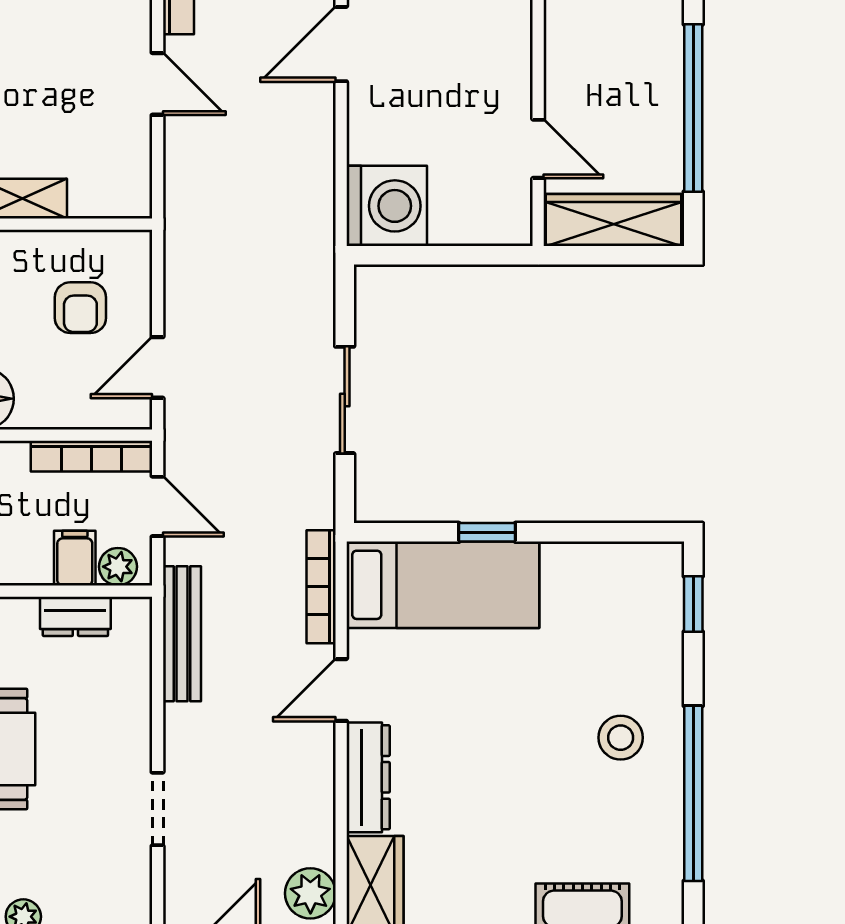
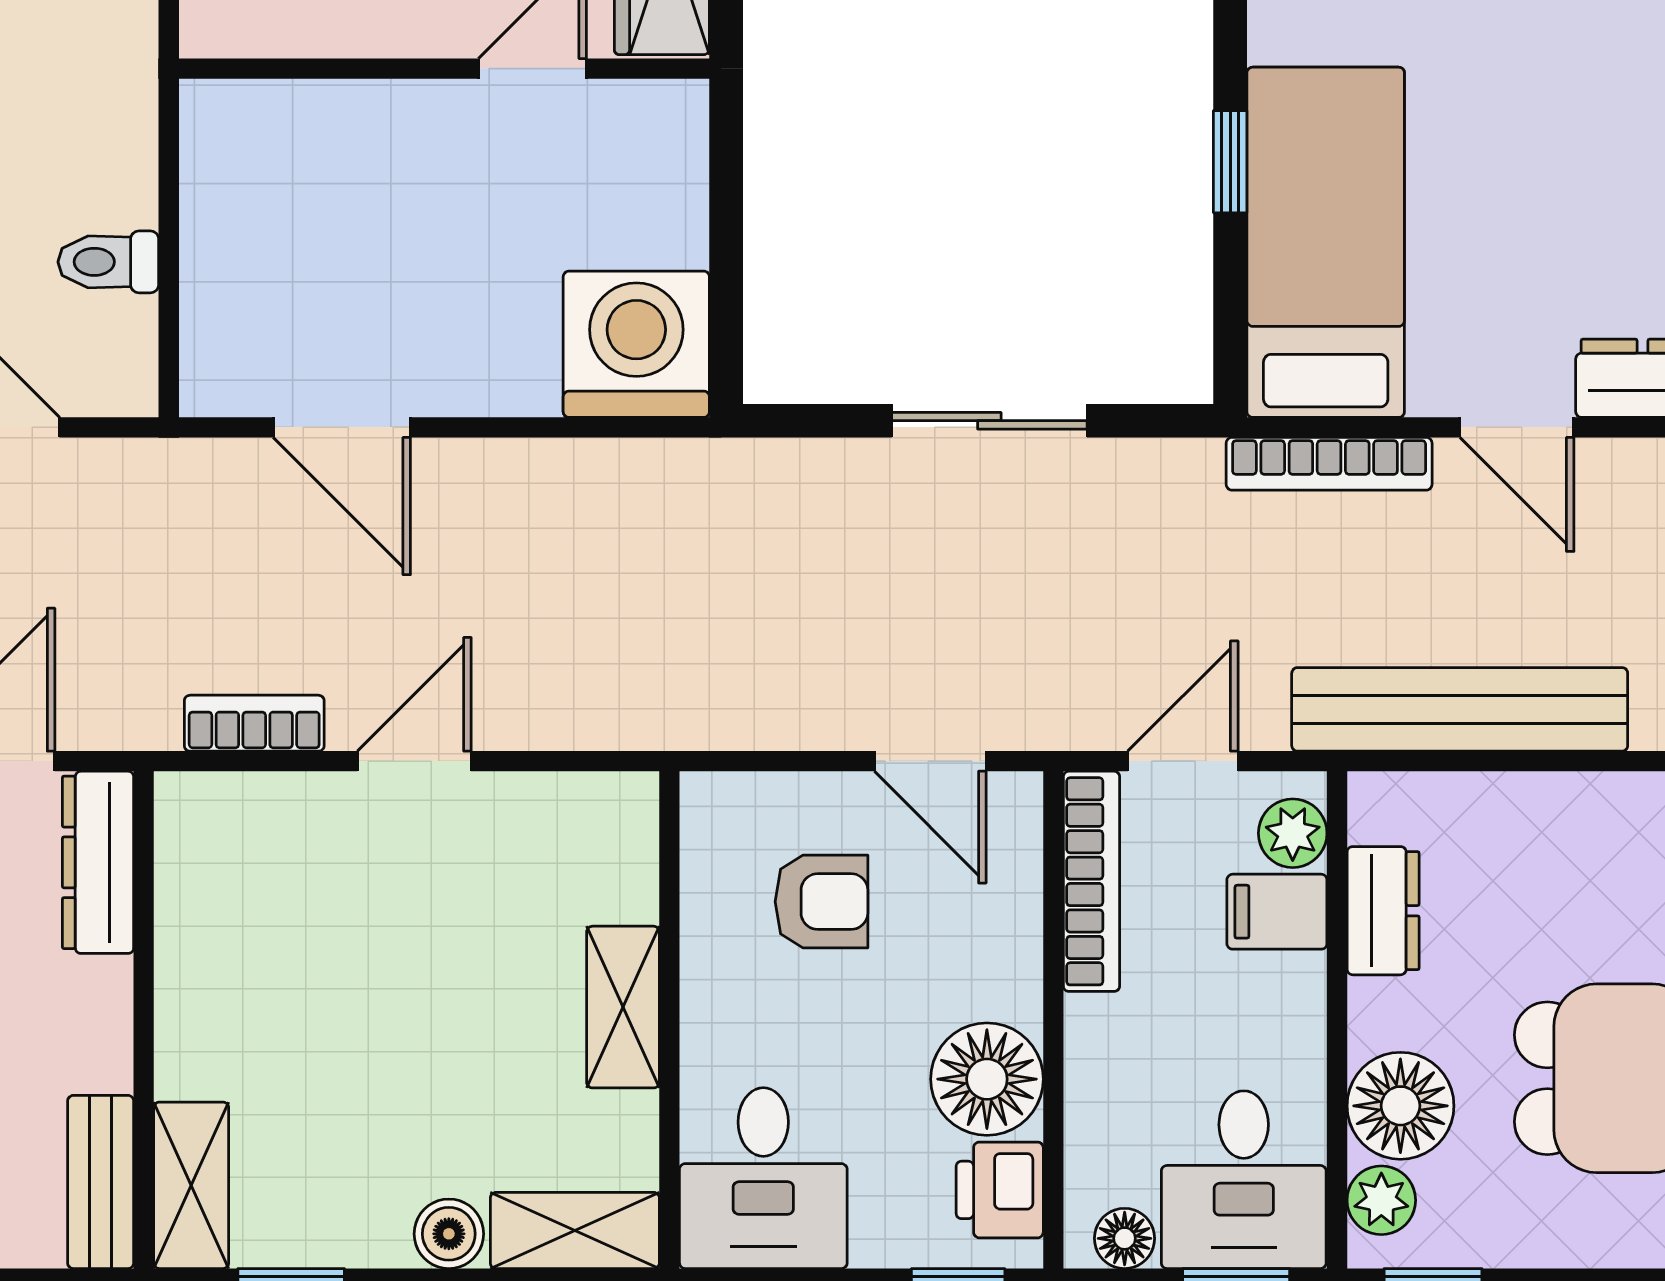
bench: (182, 634) -> (1460, 709), width x1.37, depth x1.21

